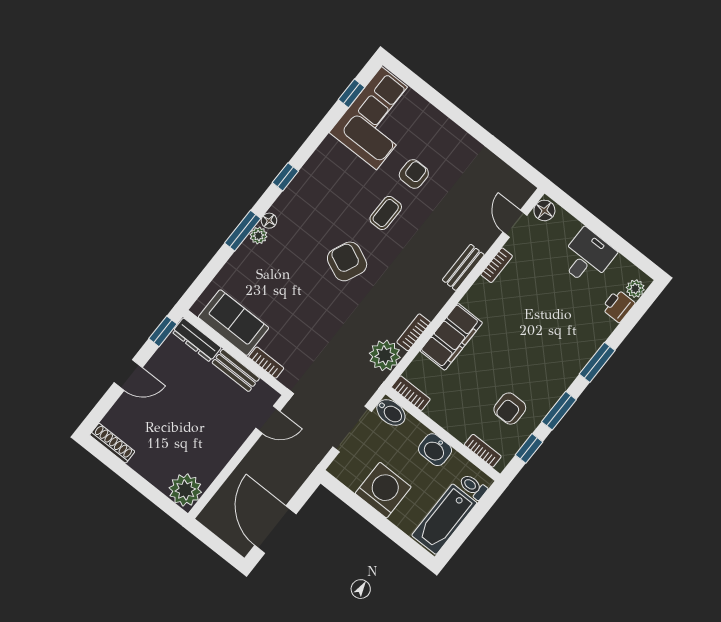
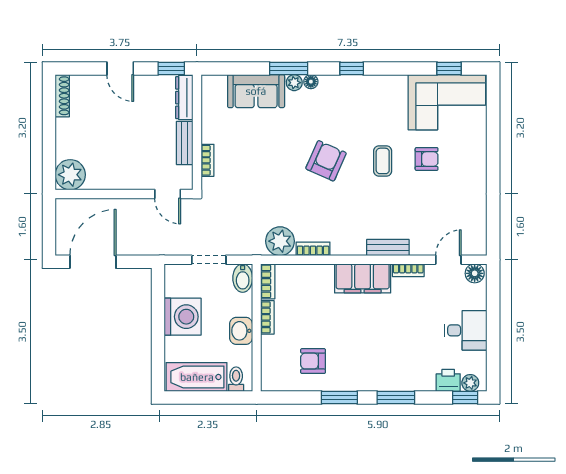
coffee table: (386, 213) -> (383, 161), turned 90
sofa: (233, 323) -> (256, 91), moved, turned 90
filing cabinet: (451, 337) -> (363, 278), moved
doorway: (352, 429) -> (209, 260), width x0.73
window: (529, 448) -> (465, 397), moved
bookcase: (483, 451) -> (267, 317), moved

